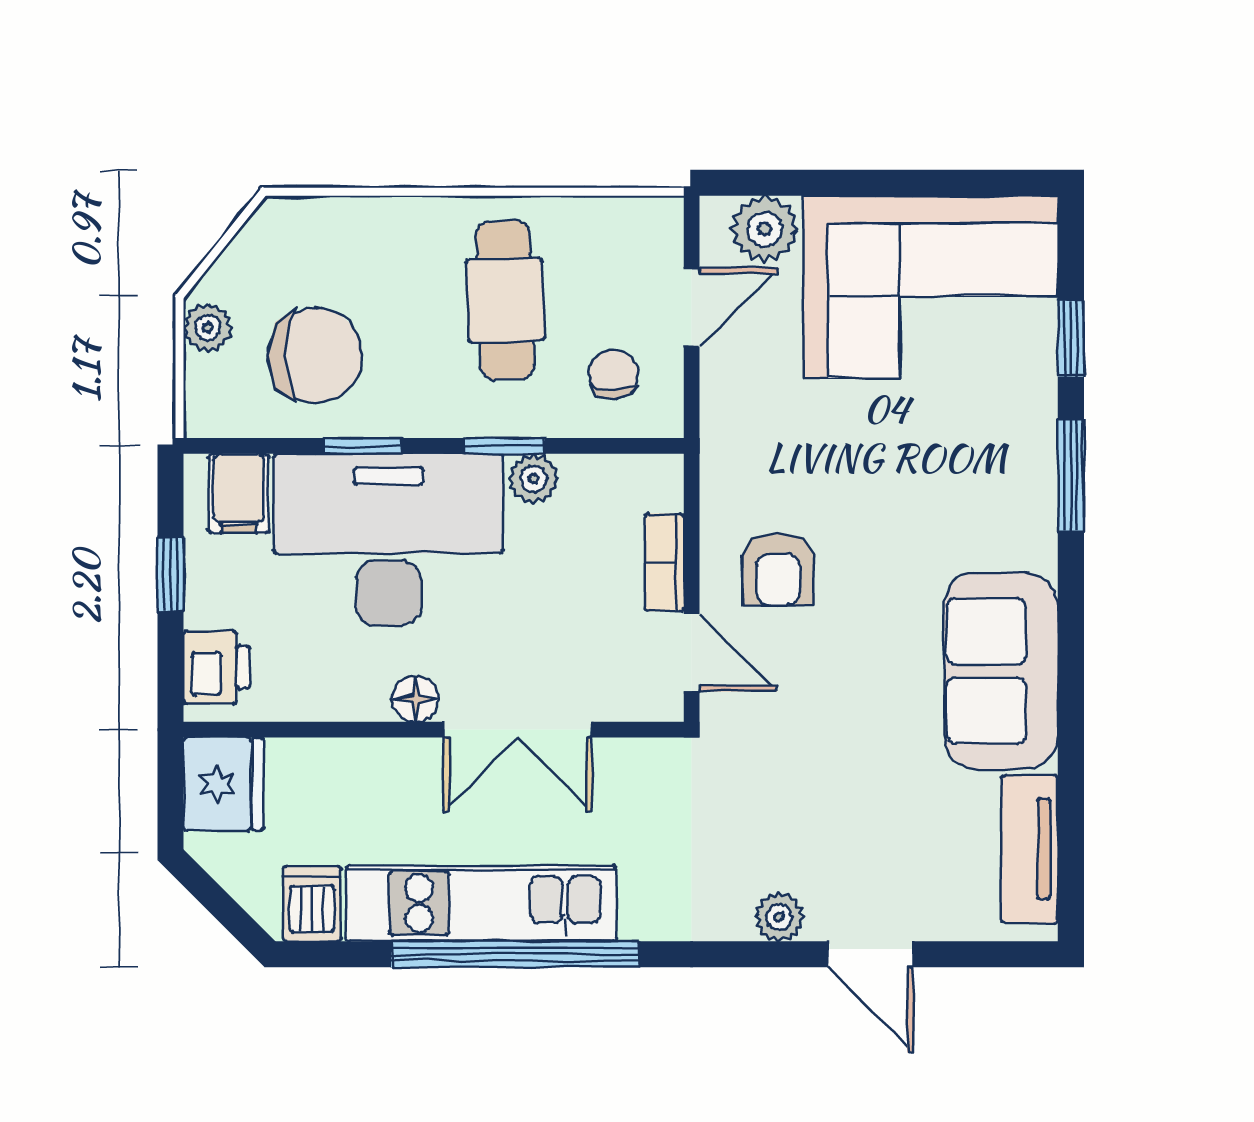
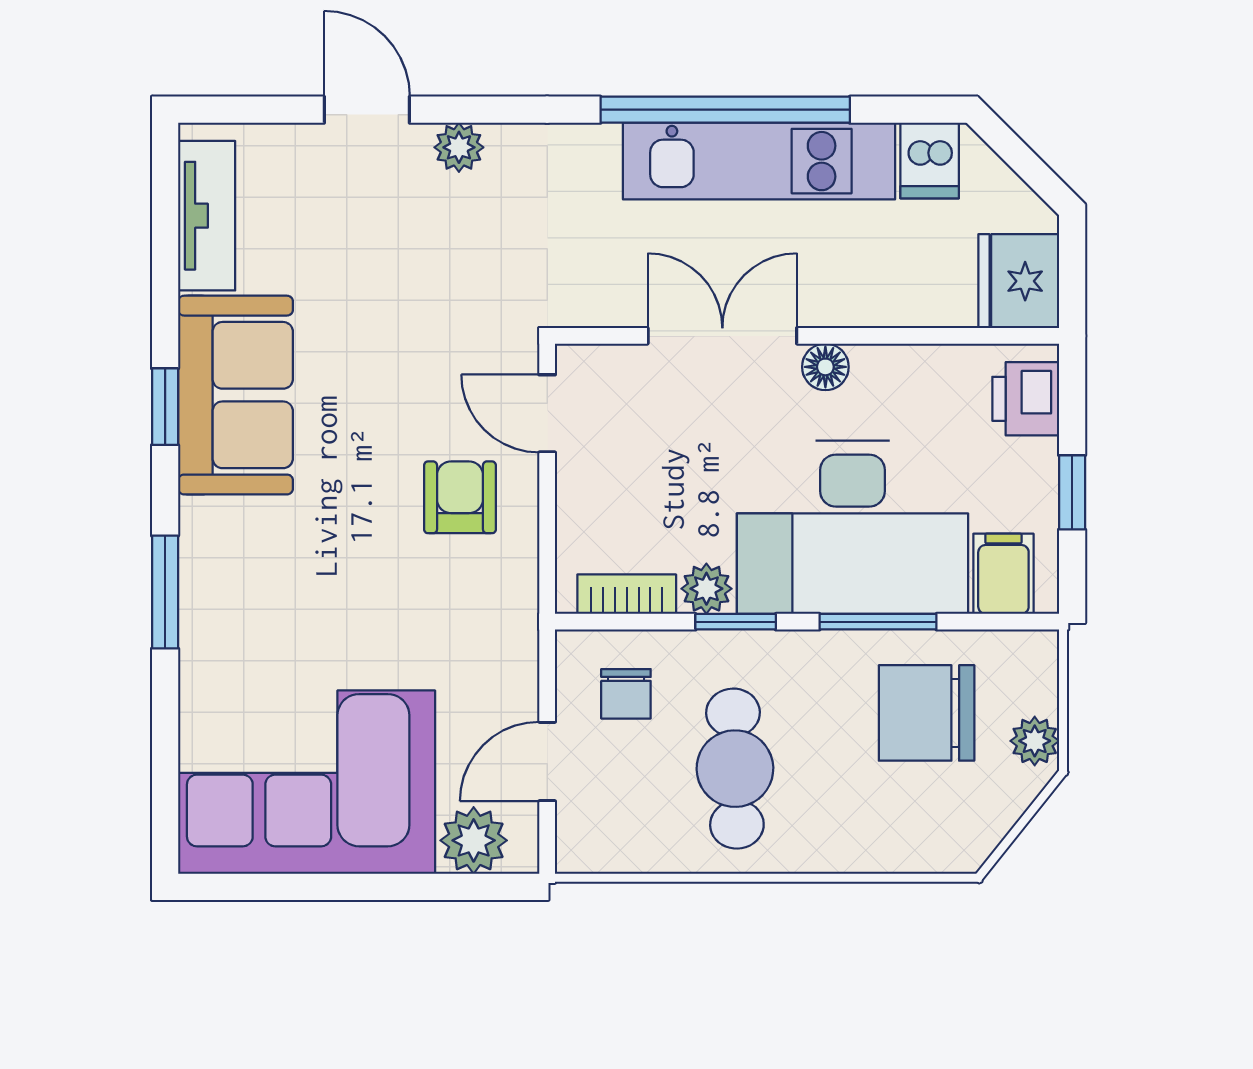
window: (1071, 338) -> (165, 407), moved
window: (363, 446) -> (878, 622), width x1.50
bookcase: (664, 562) -> (627, 594), moved, turned -90

